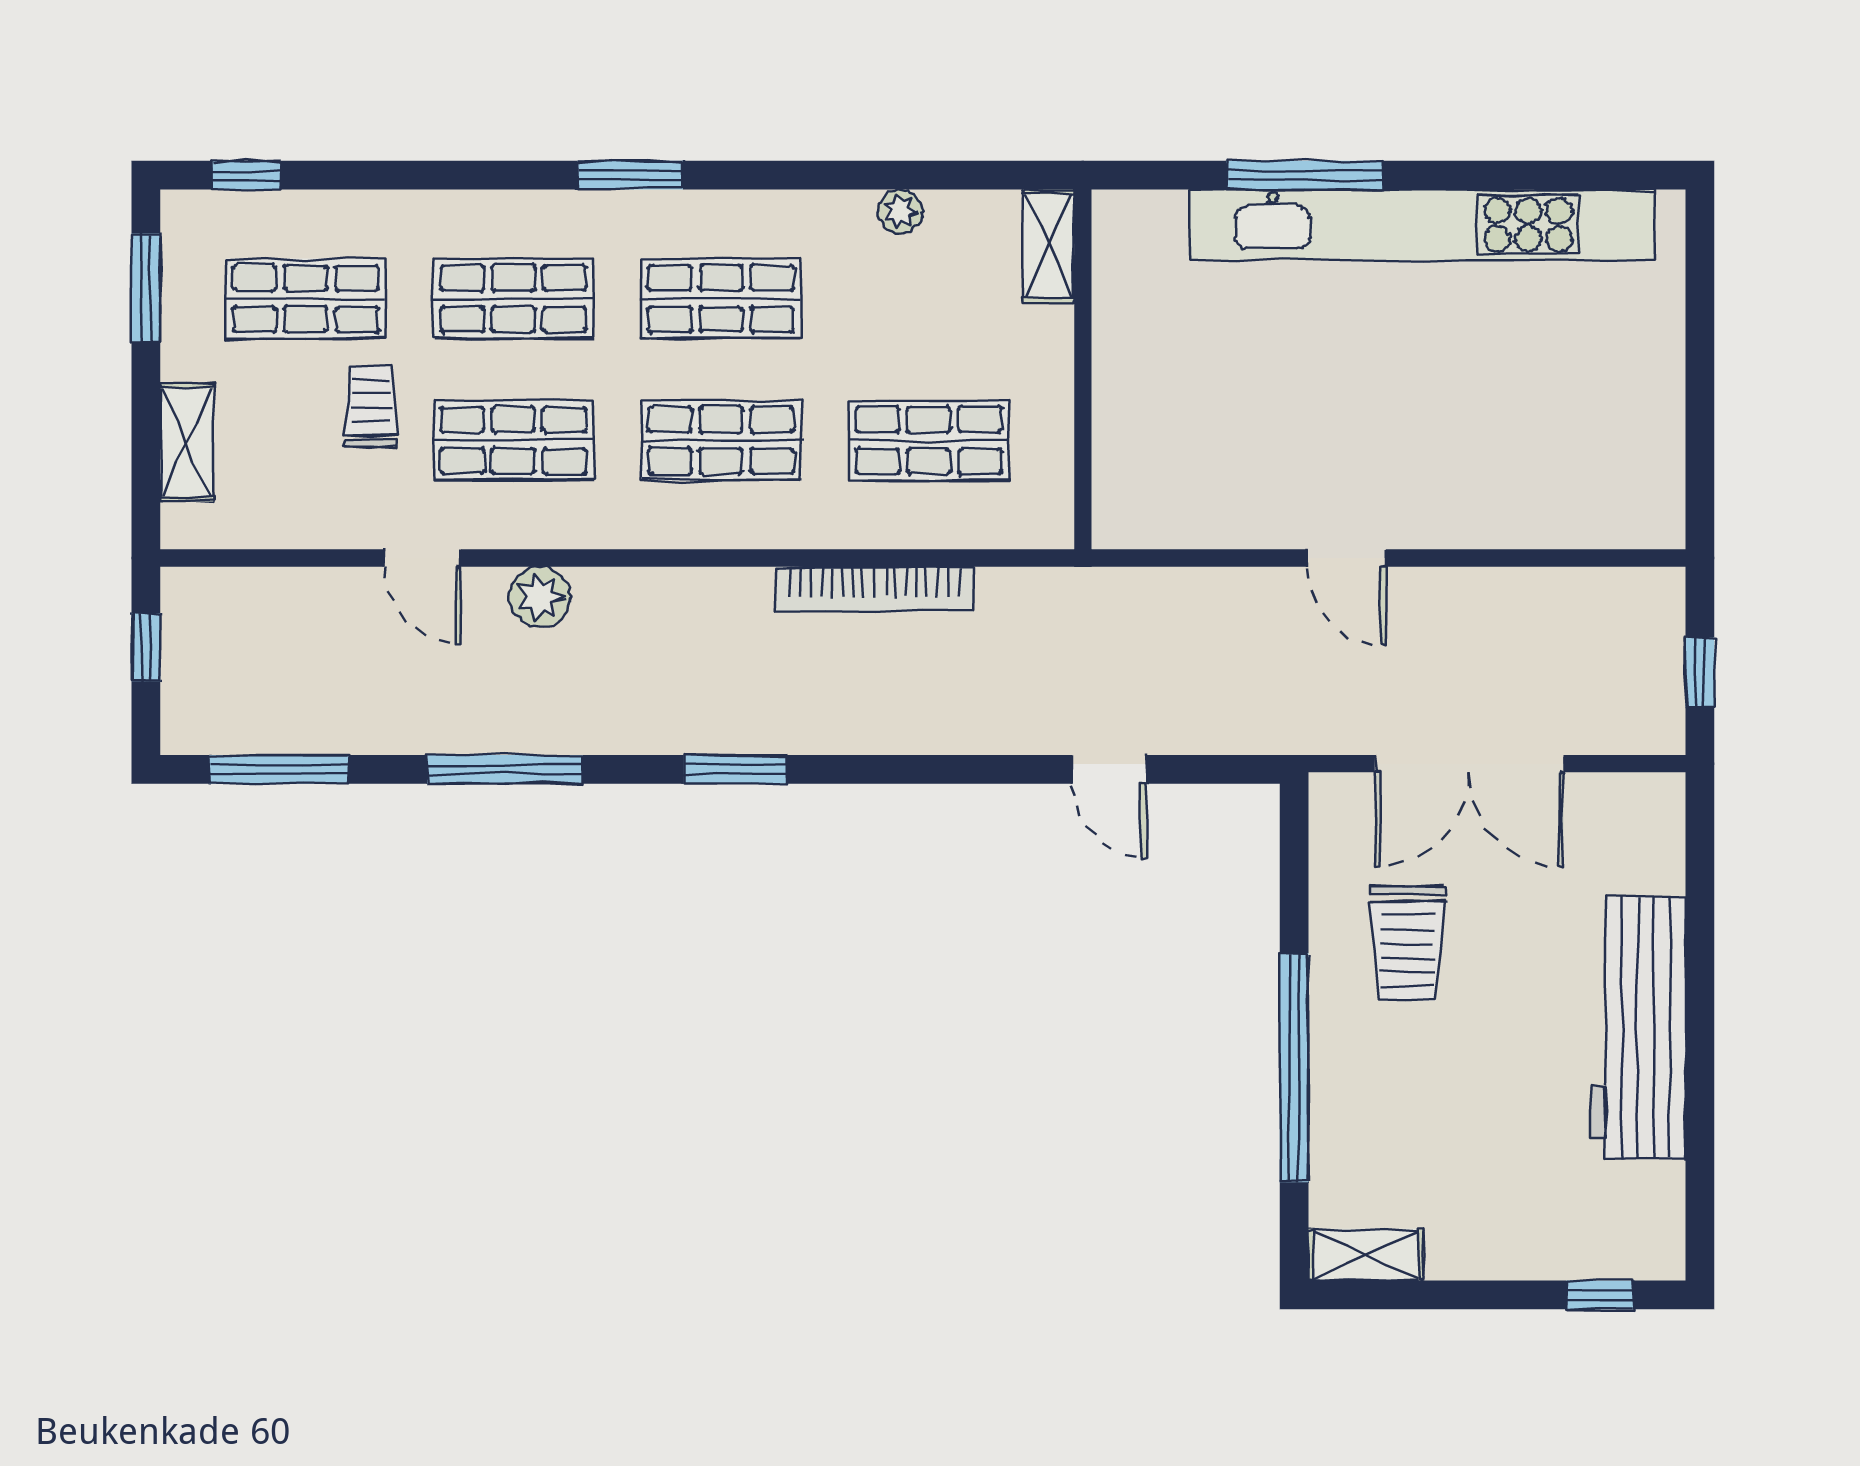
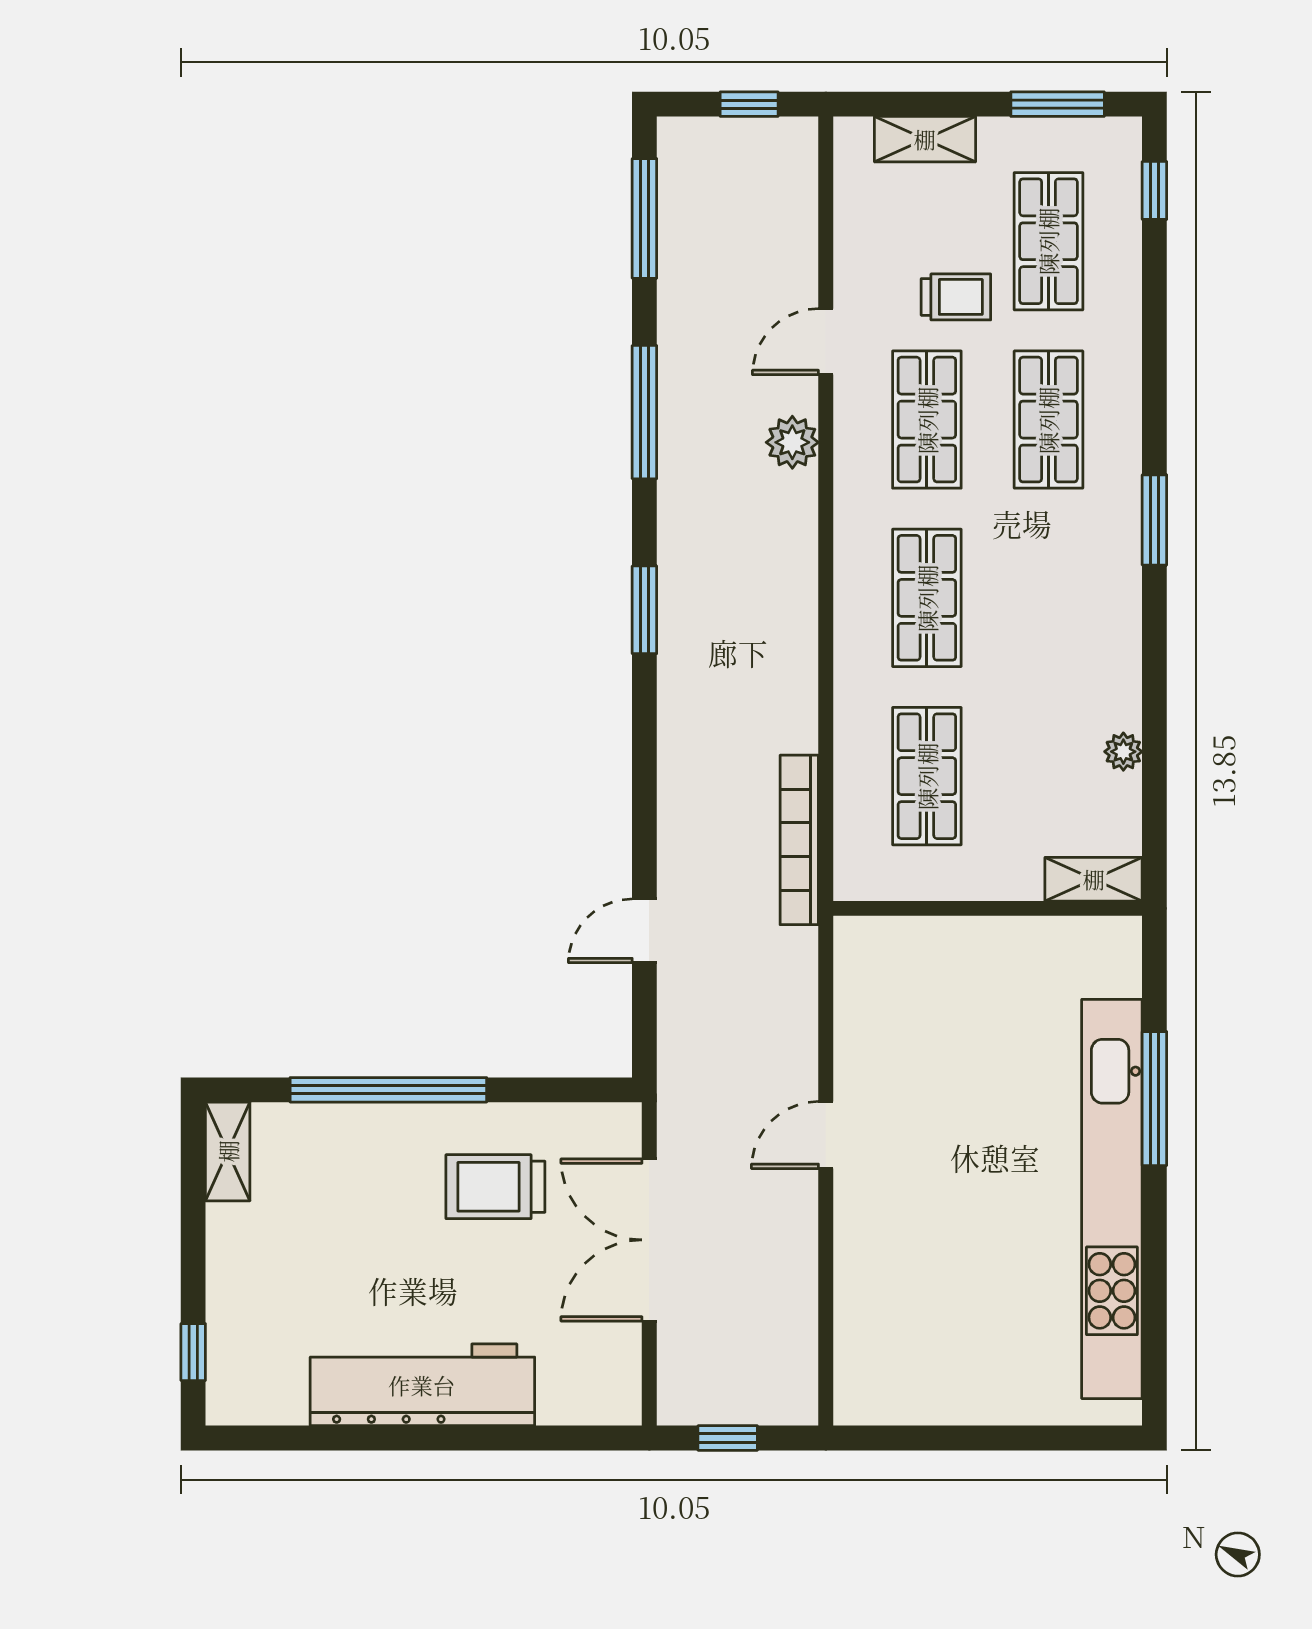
shop shelf: (721, 299) -> (1048, 598), removed
bookcase: (874, 589) -> (799, 840), moved

